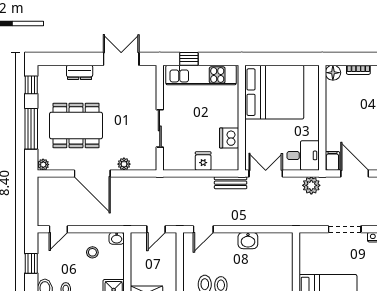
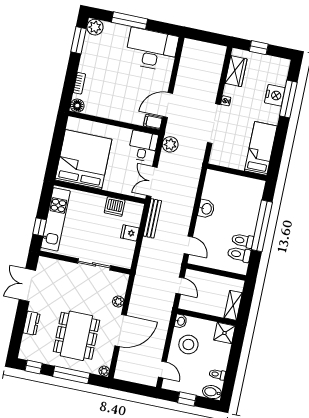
bench: (231, 183) -> (152, 218), width x1.36
doorway: (345, 229) -> (214, 124), width x1.36
stool: (92, 252) -> (188, 344), width x1.89, depth x1.89

